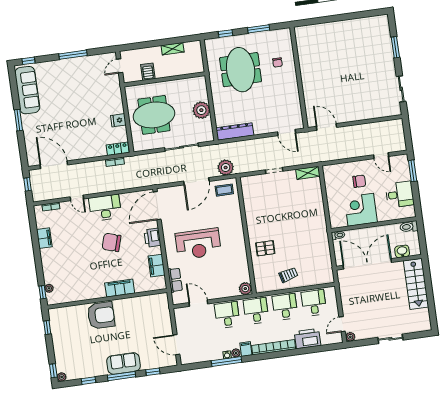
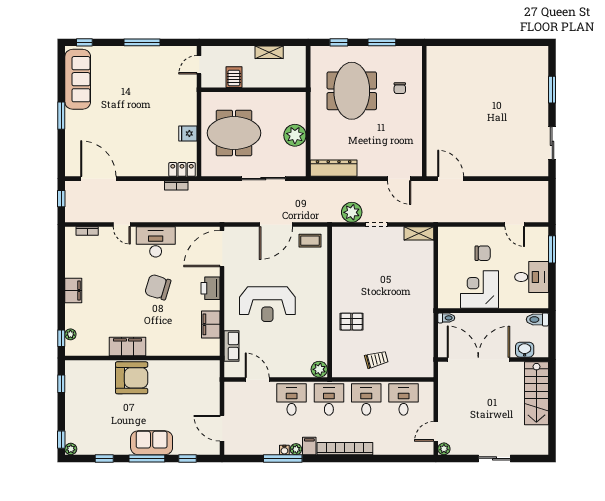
plant: (226, 168) -> (352, 212), moved
filing cabinet: (44, 238) -> (73, 290), moved
filing cabinet: (120, 288) -> (127, 346), moved
printer: (308, 339) -> (389, 444), removed

